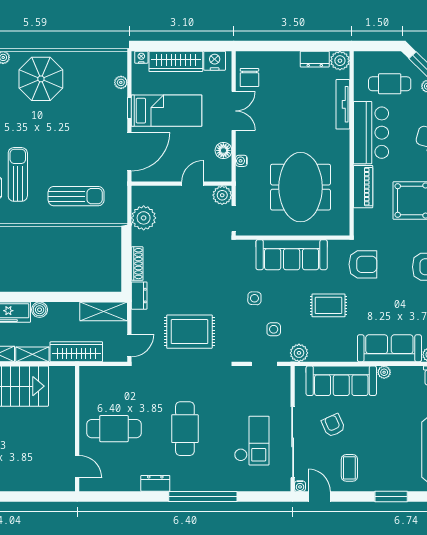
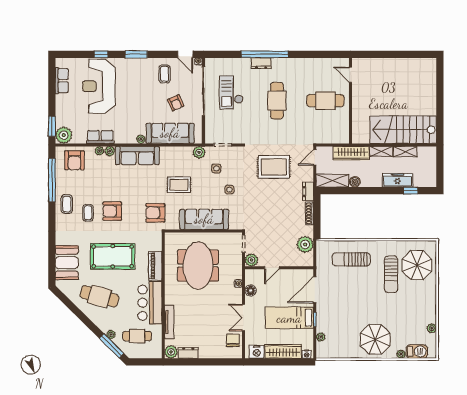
boiler: (40, 310) -> (355, 182), moved
dresser: (155, 483) -> (261, 63), moved

